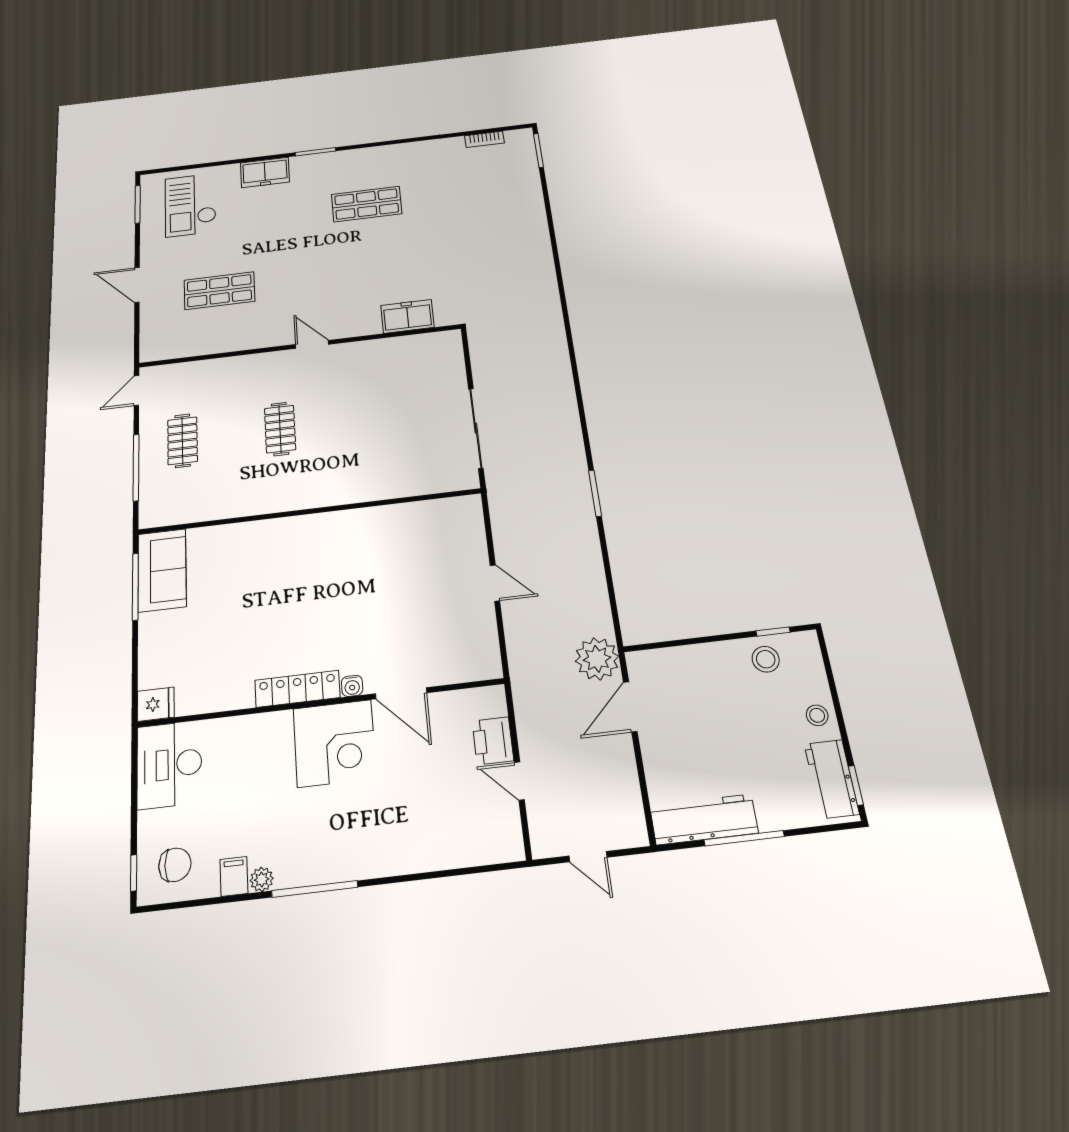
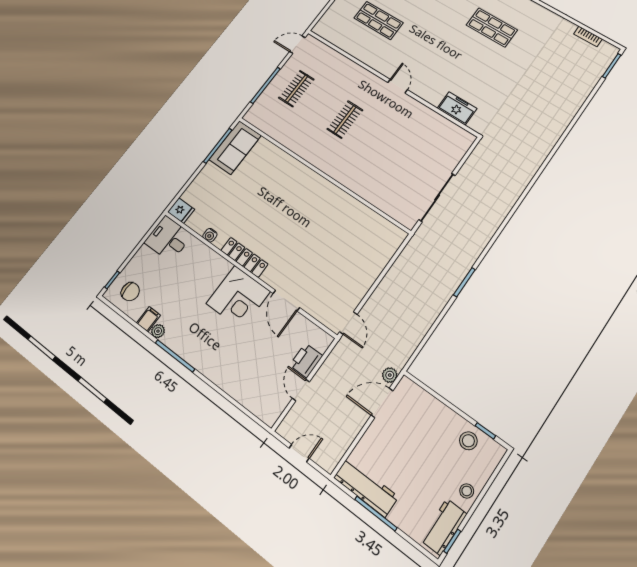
door: (495, 583) -> (348, 323), moved
plant: (597, 659) -> (390, 375), width x0.53, depth x0.53
water cooler: (352, 686) -> (210, 235), moved
desk: (169, 765) -> (168, 239), width x0.73
door: (588, 857) -> (299, 453), swing flipped

